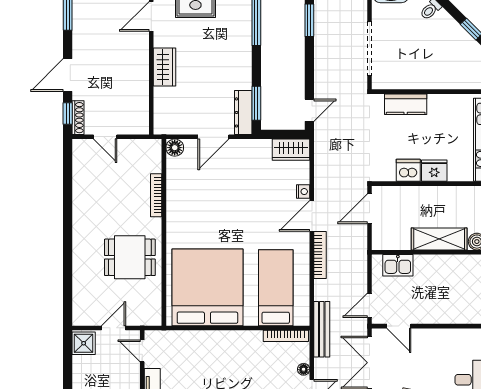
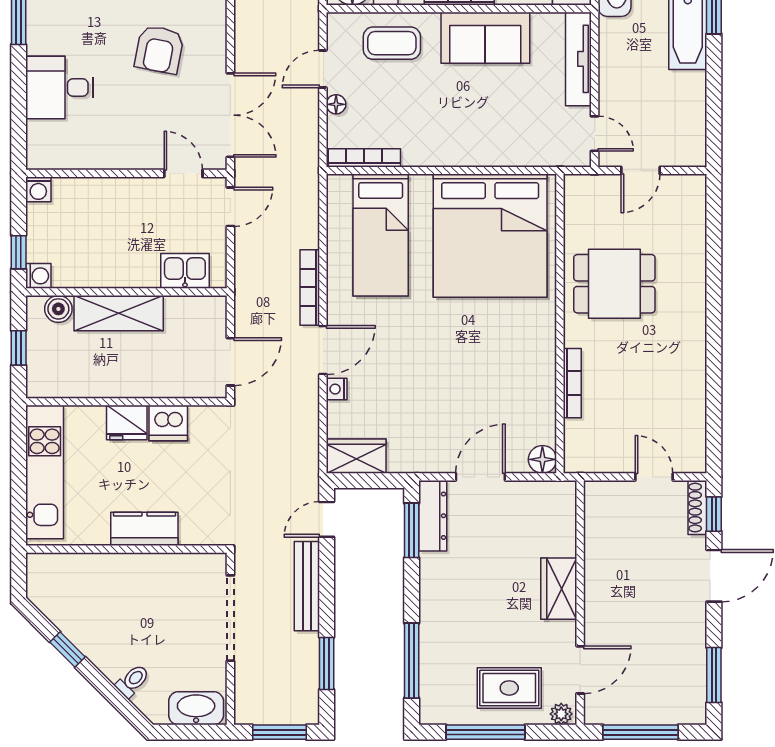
kitchen counter: (406, 104) -> (144, 529), moved
bench: (322, 329) -> (307, 586), moved
shower: (84, 343) -> (688, 146), removed

